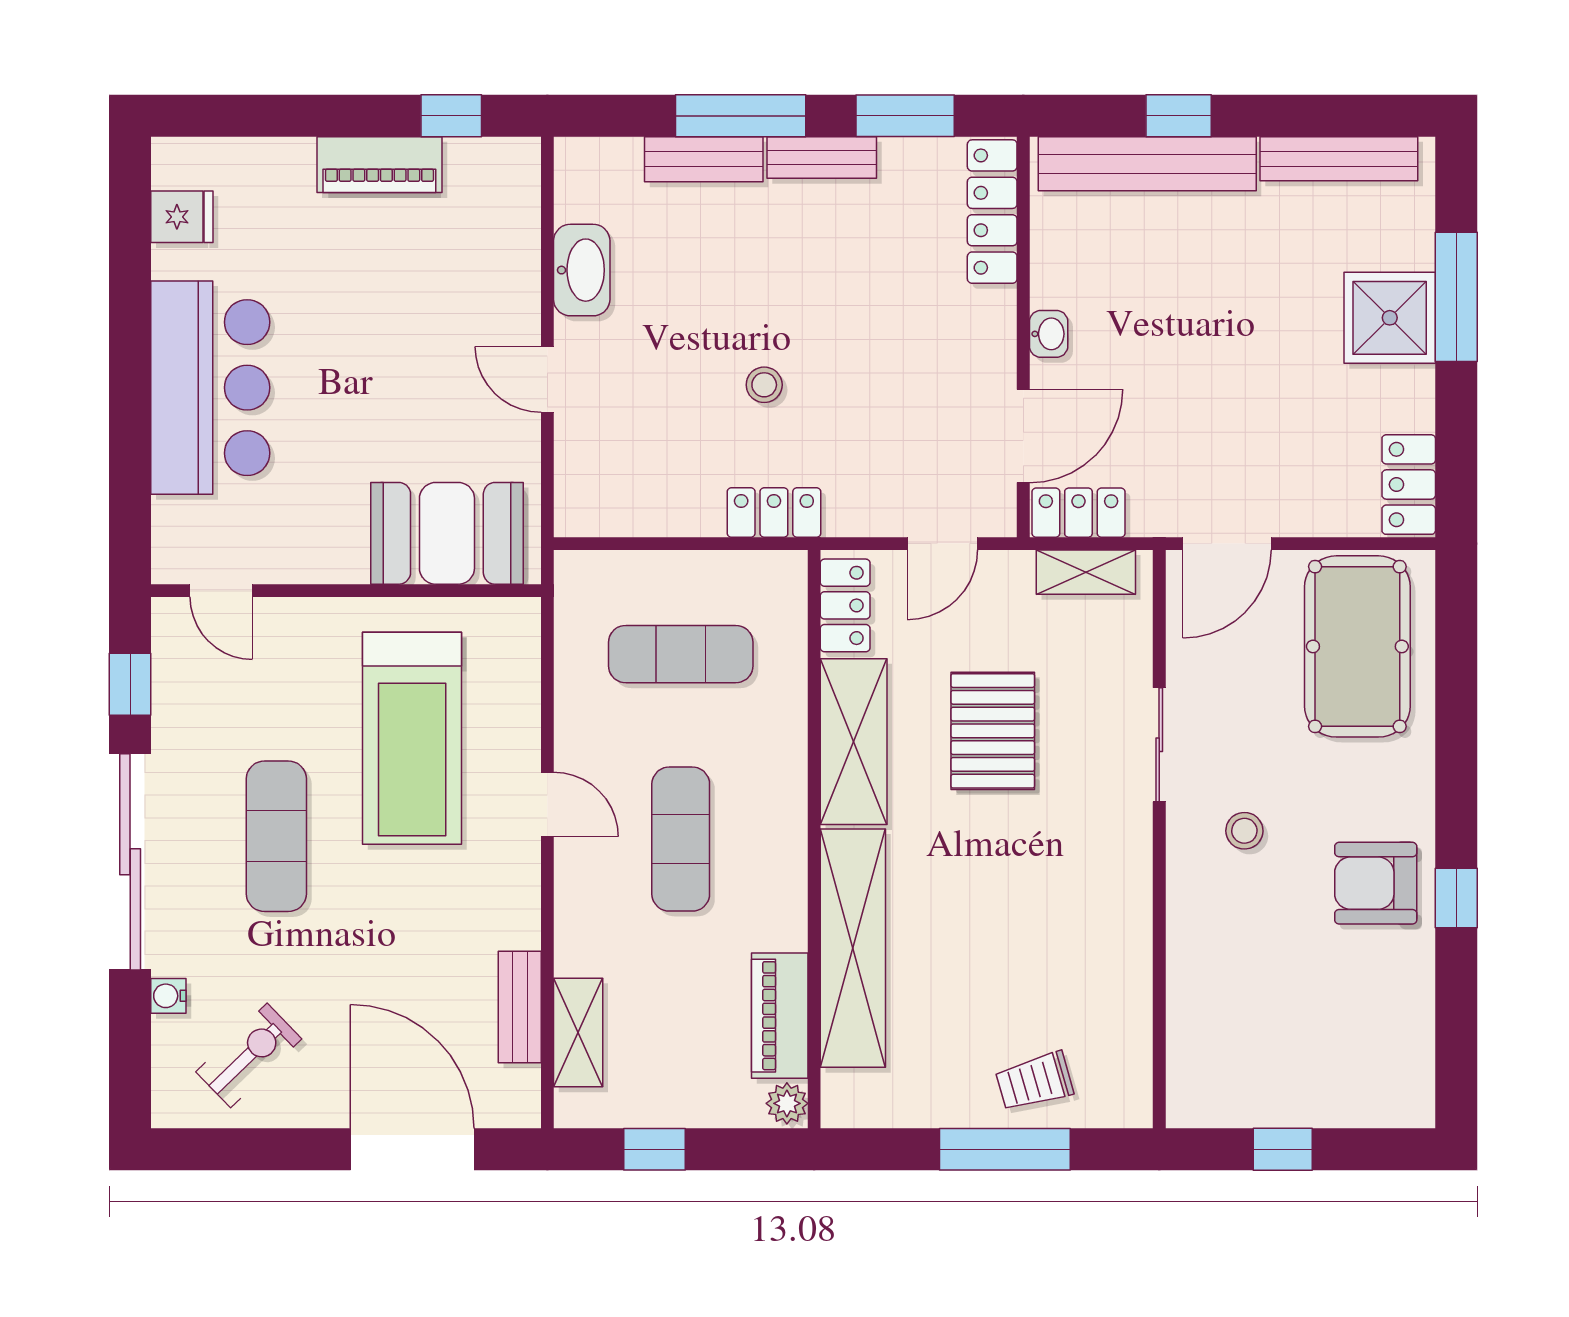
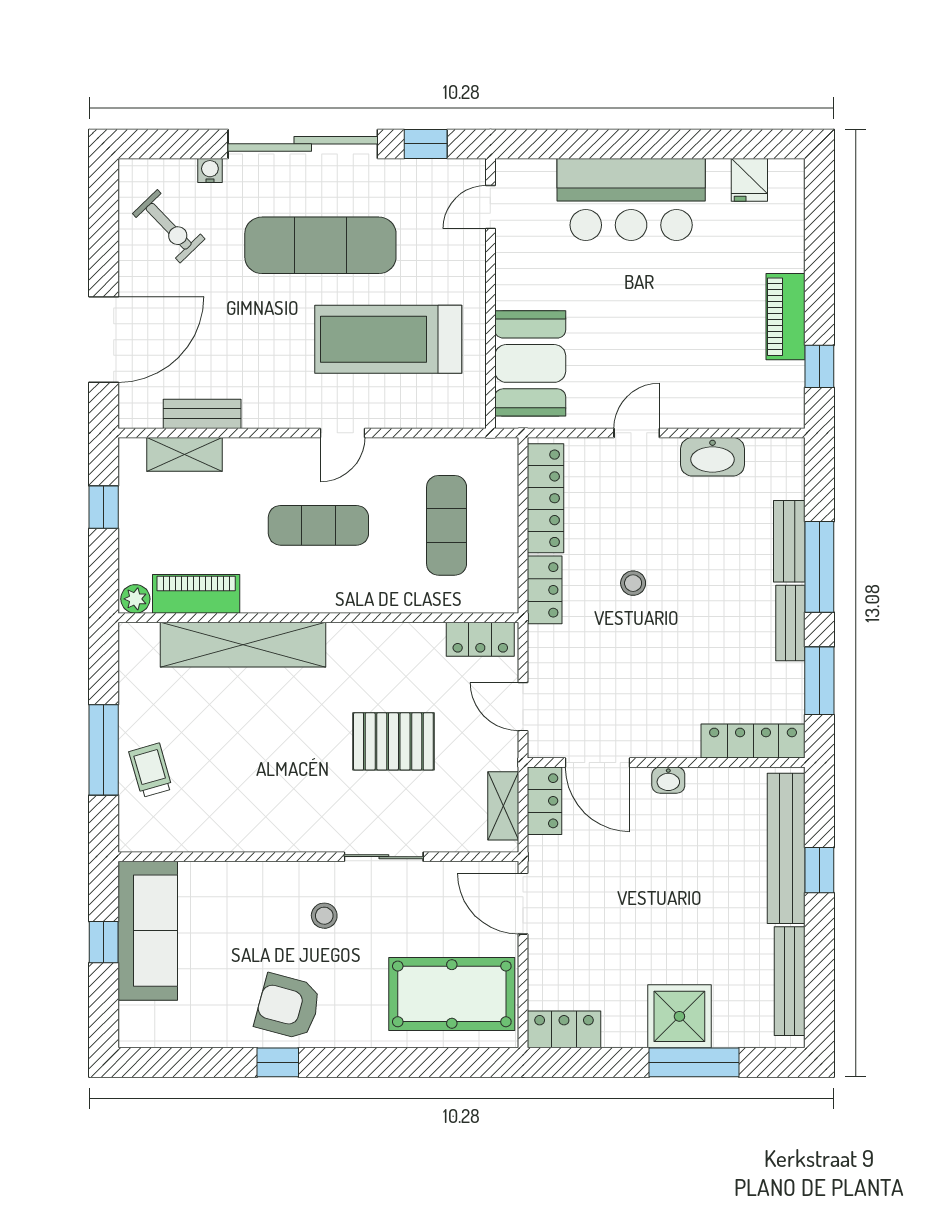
locker: (642, 511) -> (546, 498), added
shelving: (854, 742) -> (386, 645), removed
exercise mat: (276, 836) -> (320, 245), width x1.36, depth x1.45
armchair: (1376, 883) -> (288, 1007), turned -75
sofa: (1266, 1086) -> (148, 931), added

